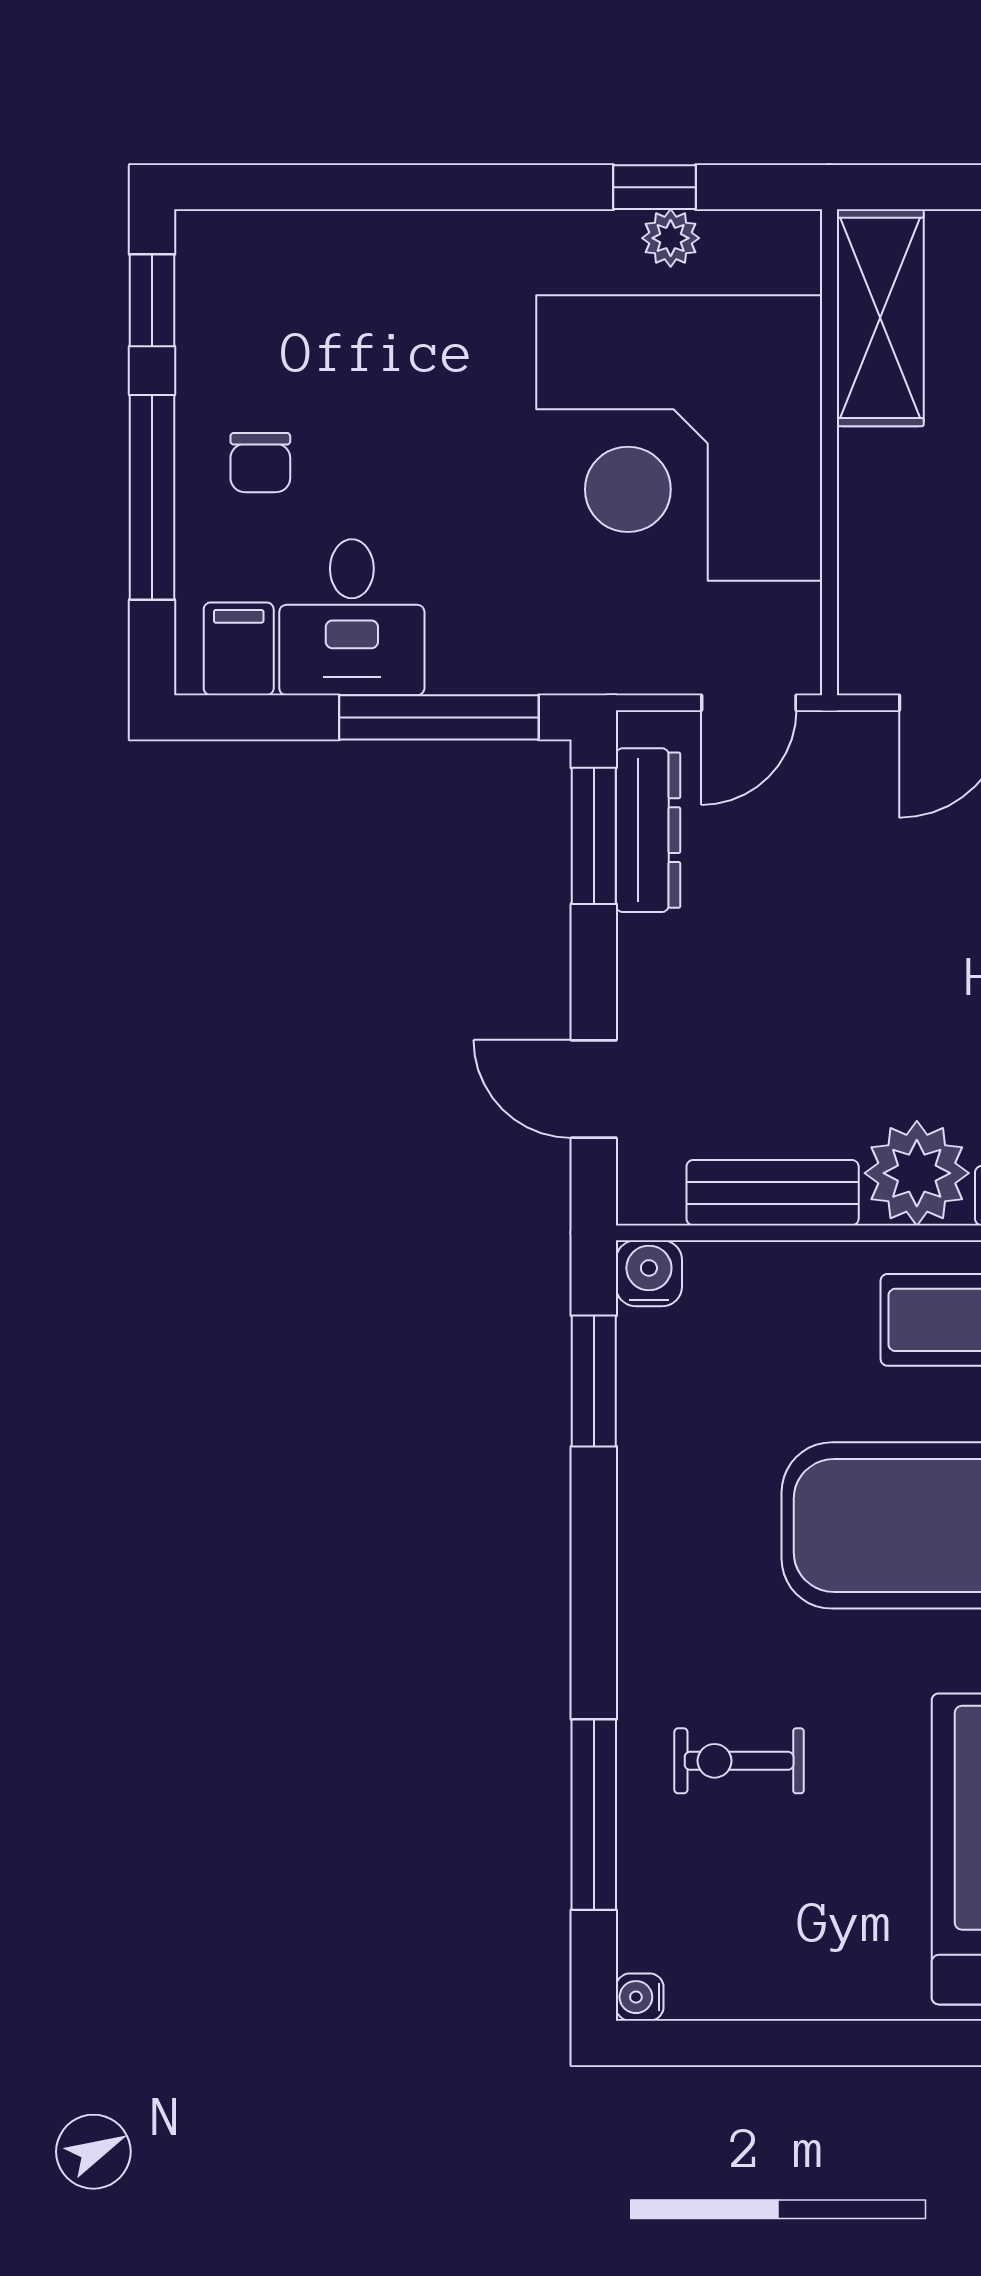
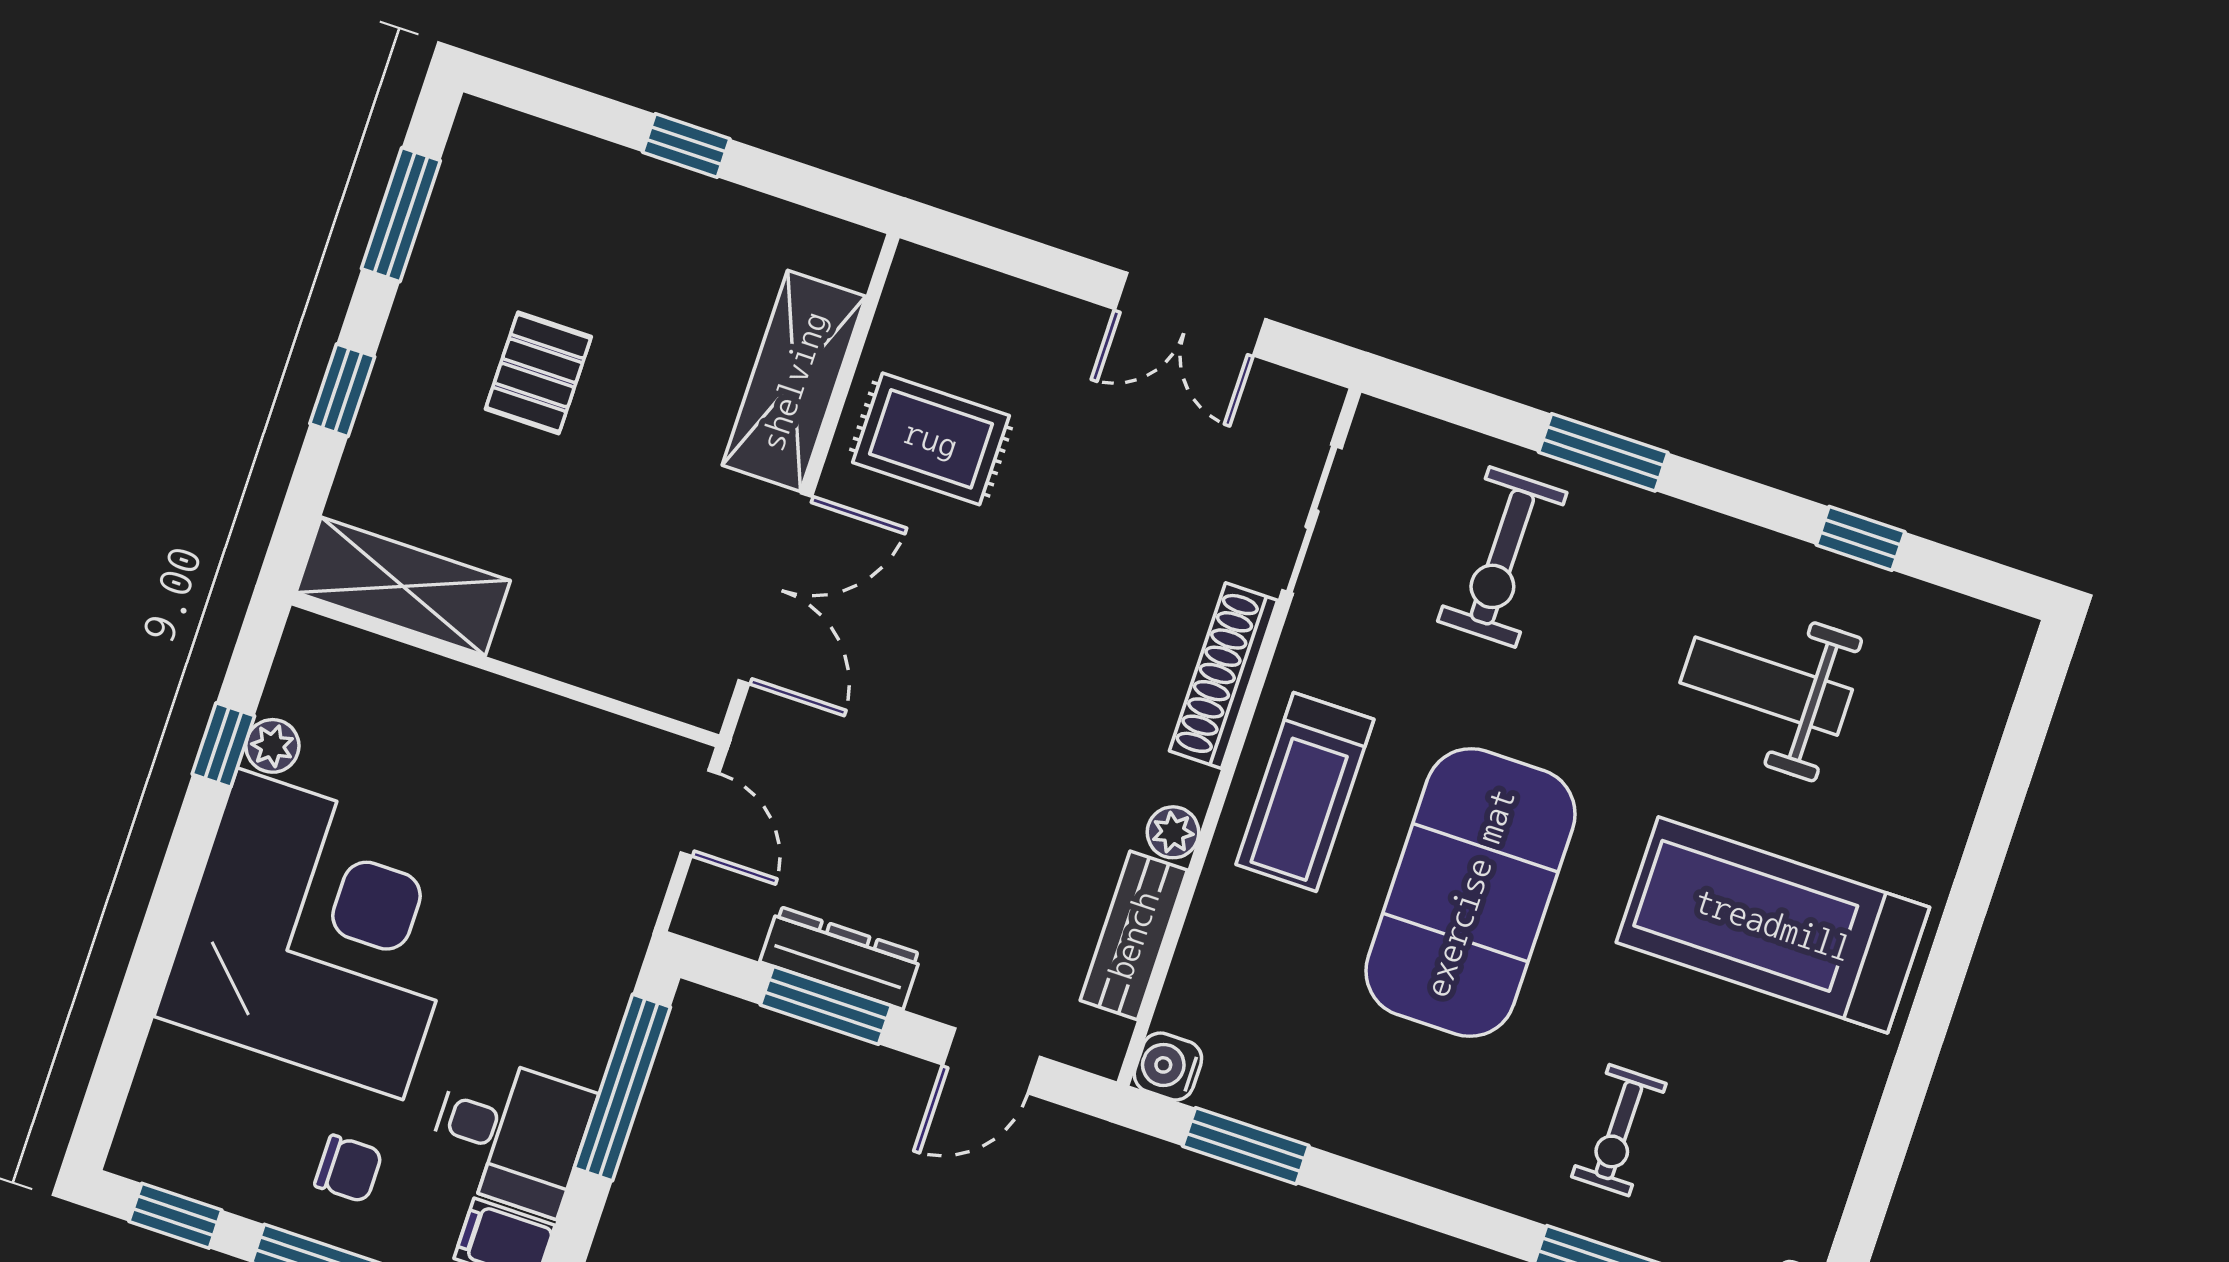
corner desk: (679, 438) -> (320, 934), moved, turned -90
dresser: (648, 830) -> (841, 958), moved
window: (594, 836) -> (826, 1005), moved
plant: (917, 1173) -> (1173, 832), width x0.53, depth x0.53

